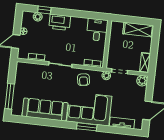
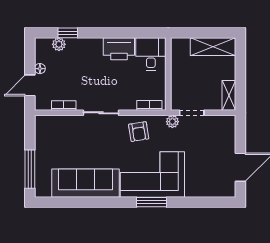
printer: (60, 22) -> (119, 49), moved
plant: (142, 81) -> (227, 123), removed
tv unit: (122, 123) -> (204, 190), removed

